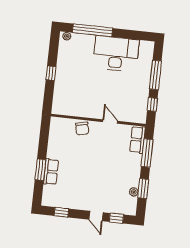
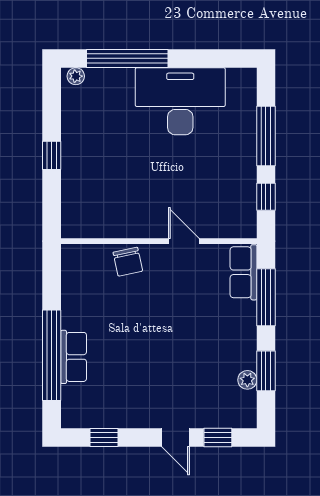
window: (40, 170) -> (52, 355), width x2.11

